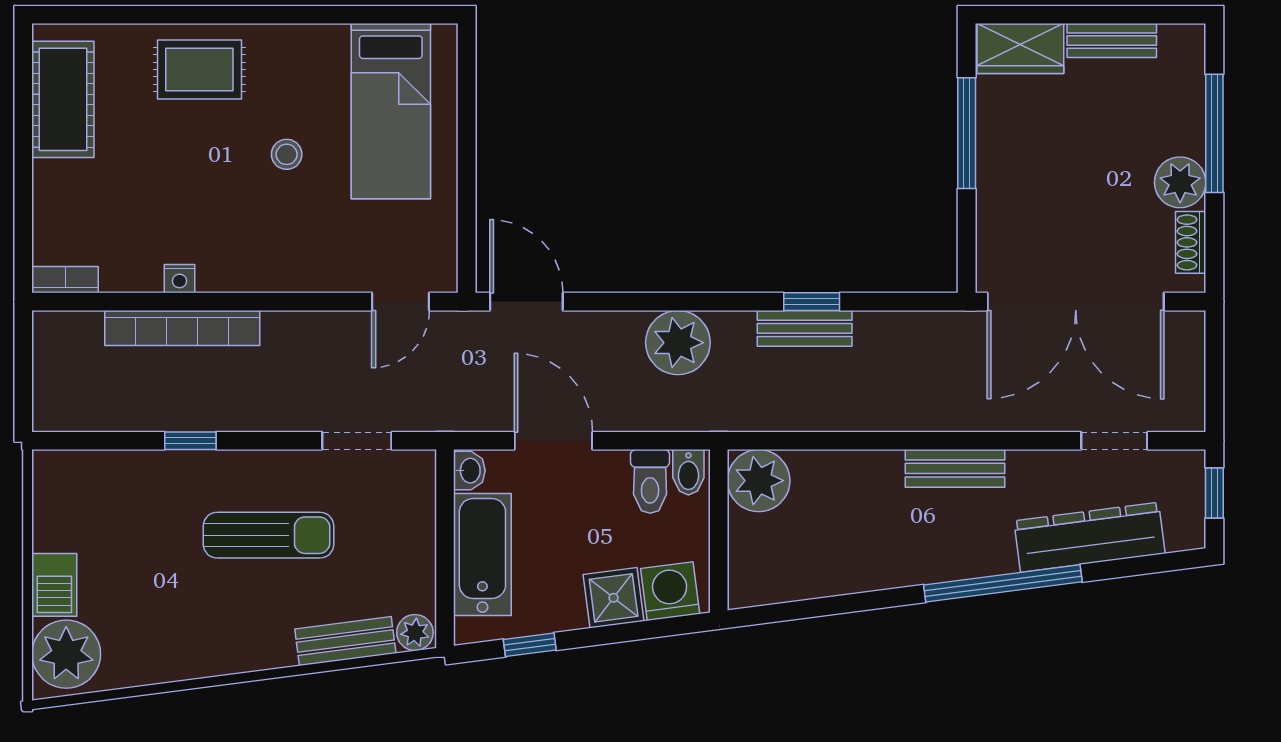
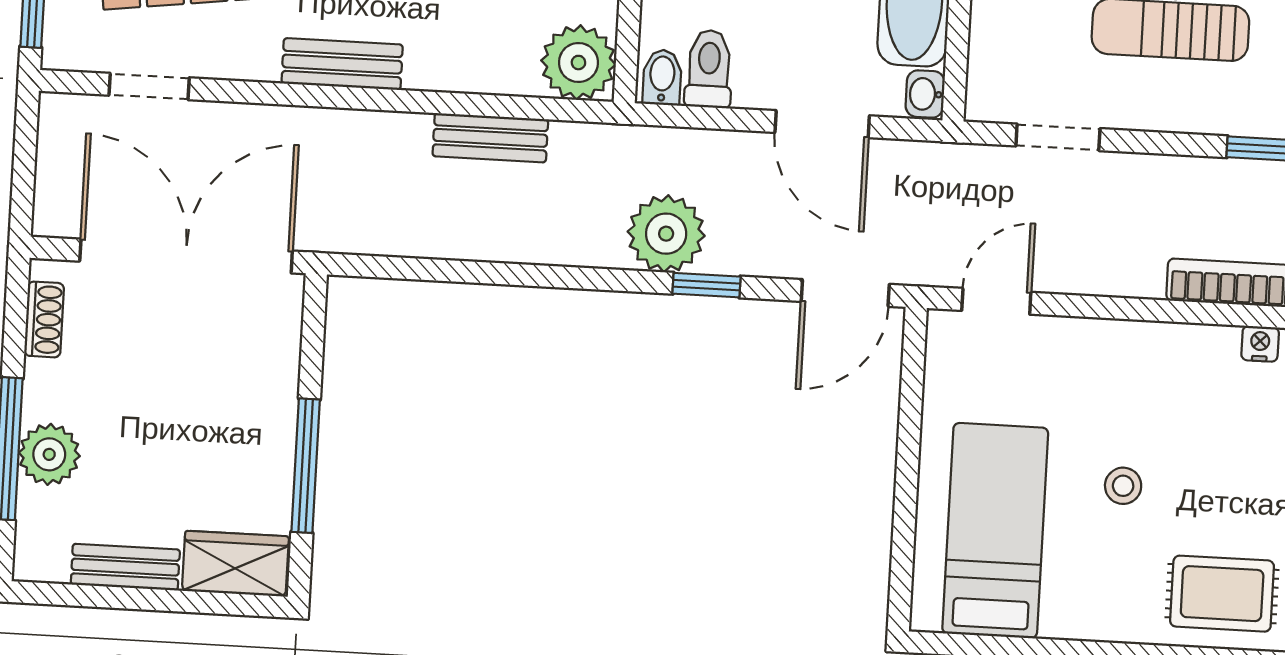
plant: (1180, 182) -> (49, 454), moved
door: (526, 302) -> (845, 293), hinge flipped
window: (812, 302) -> (707, 285), moved
bench: (805, 328) -> (490, 138), moved

